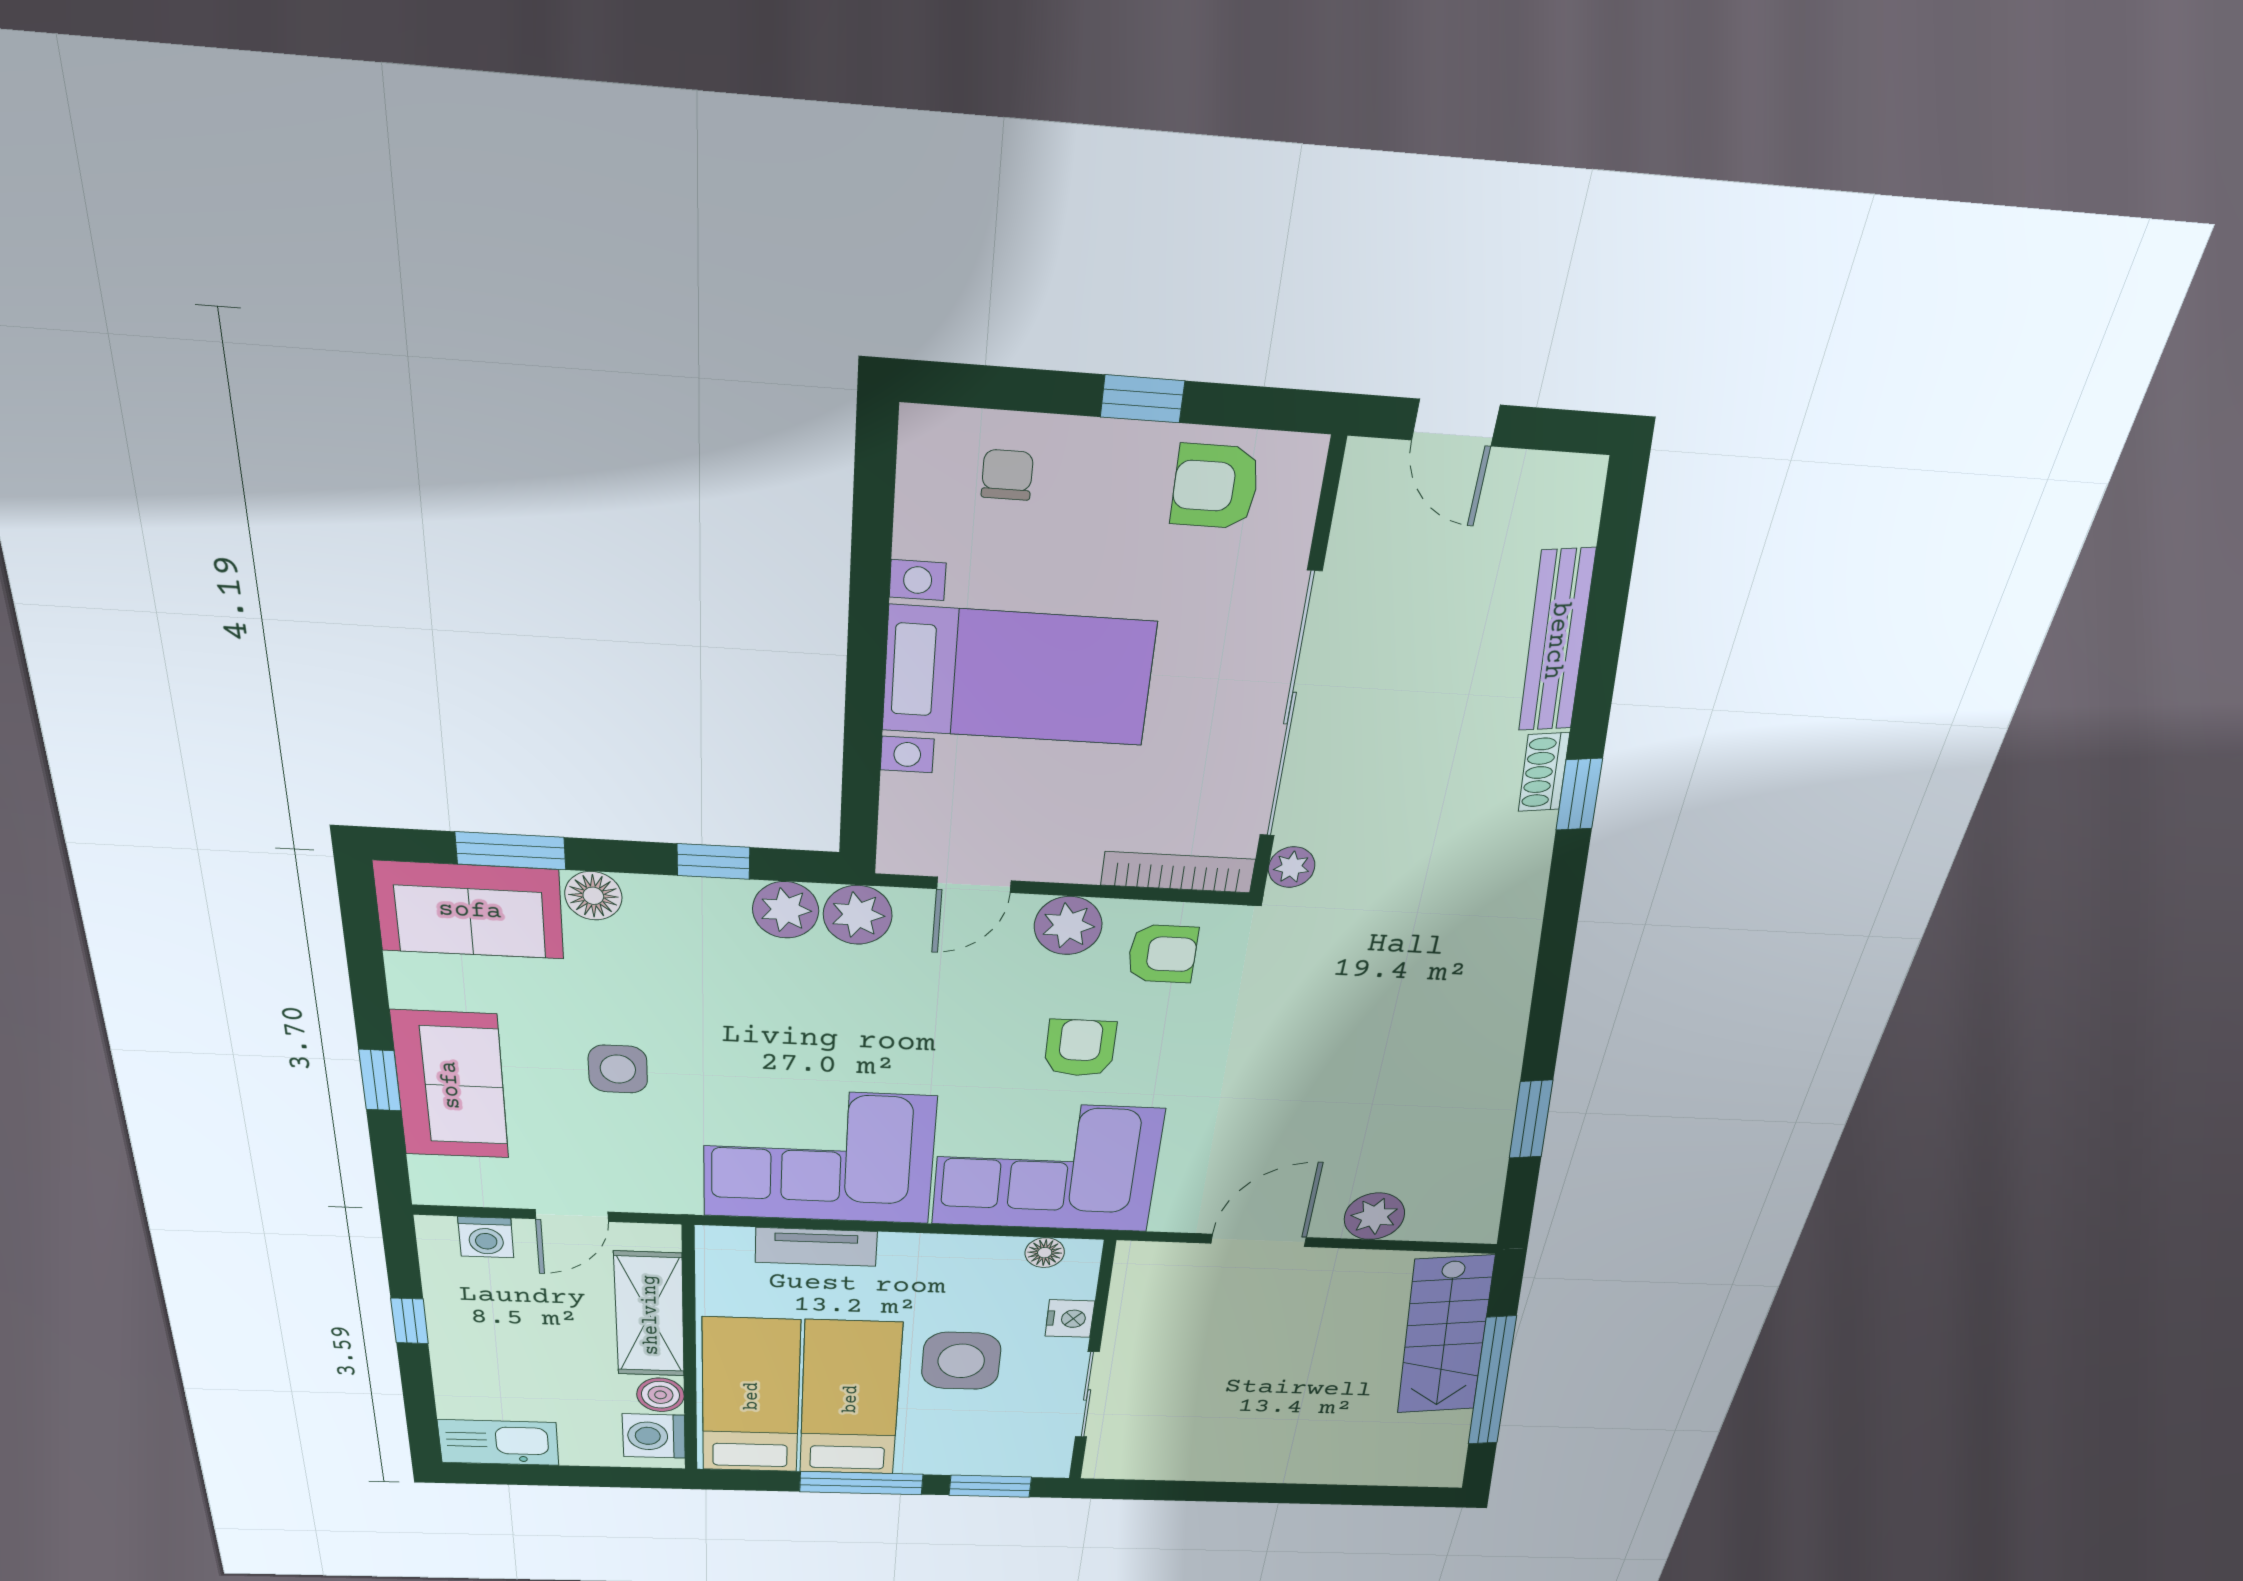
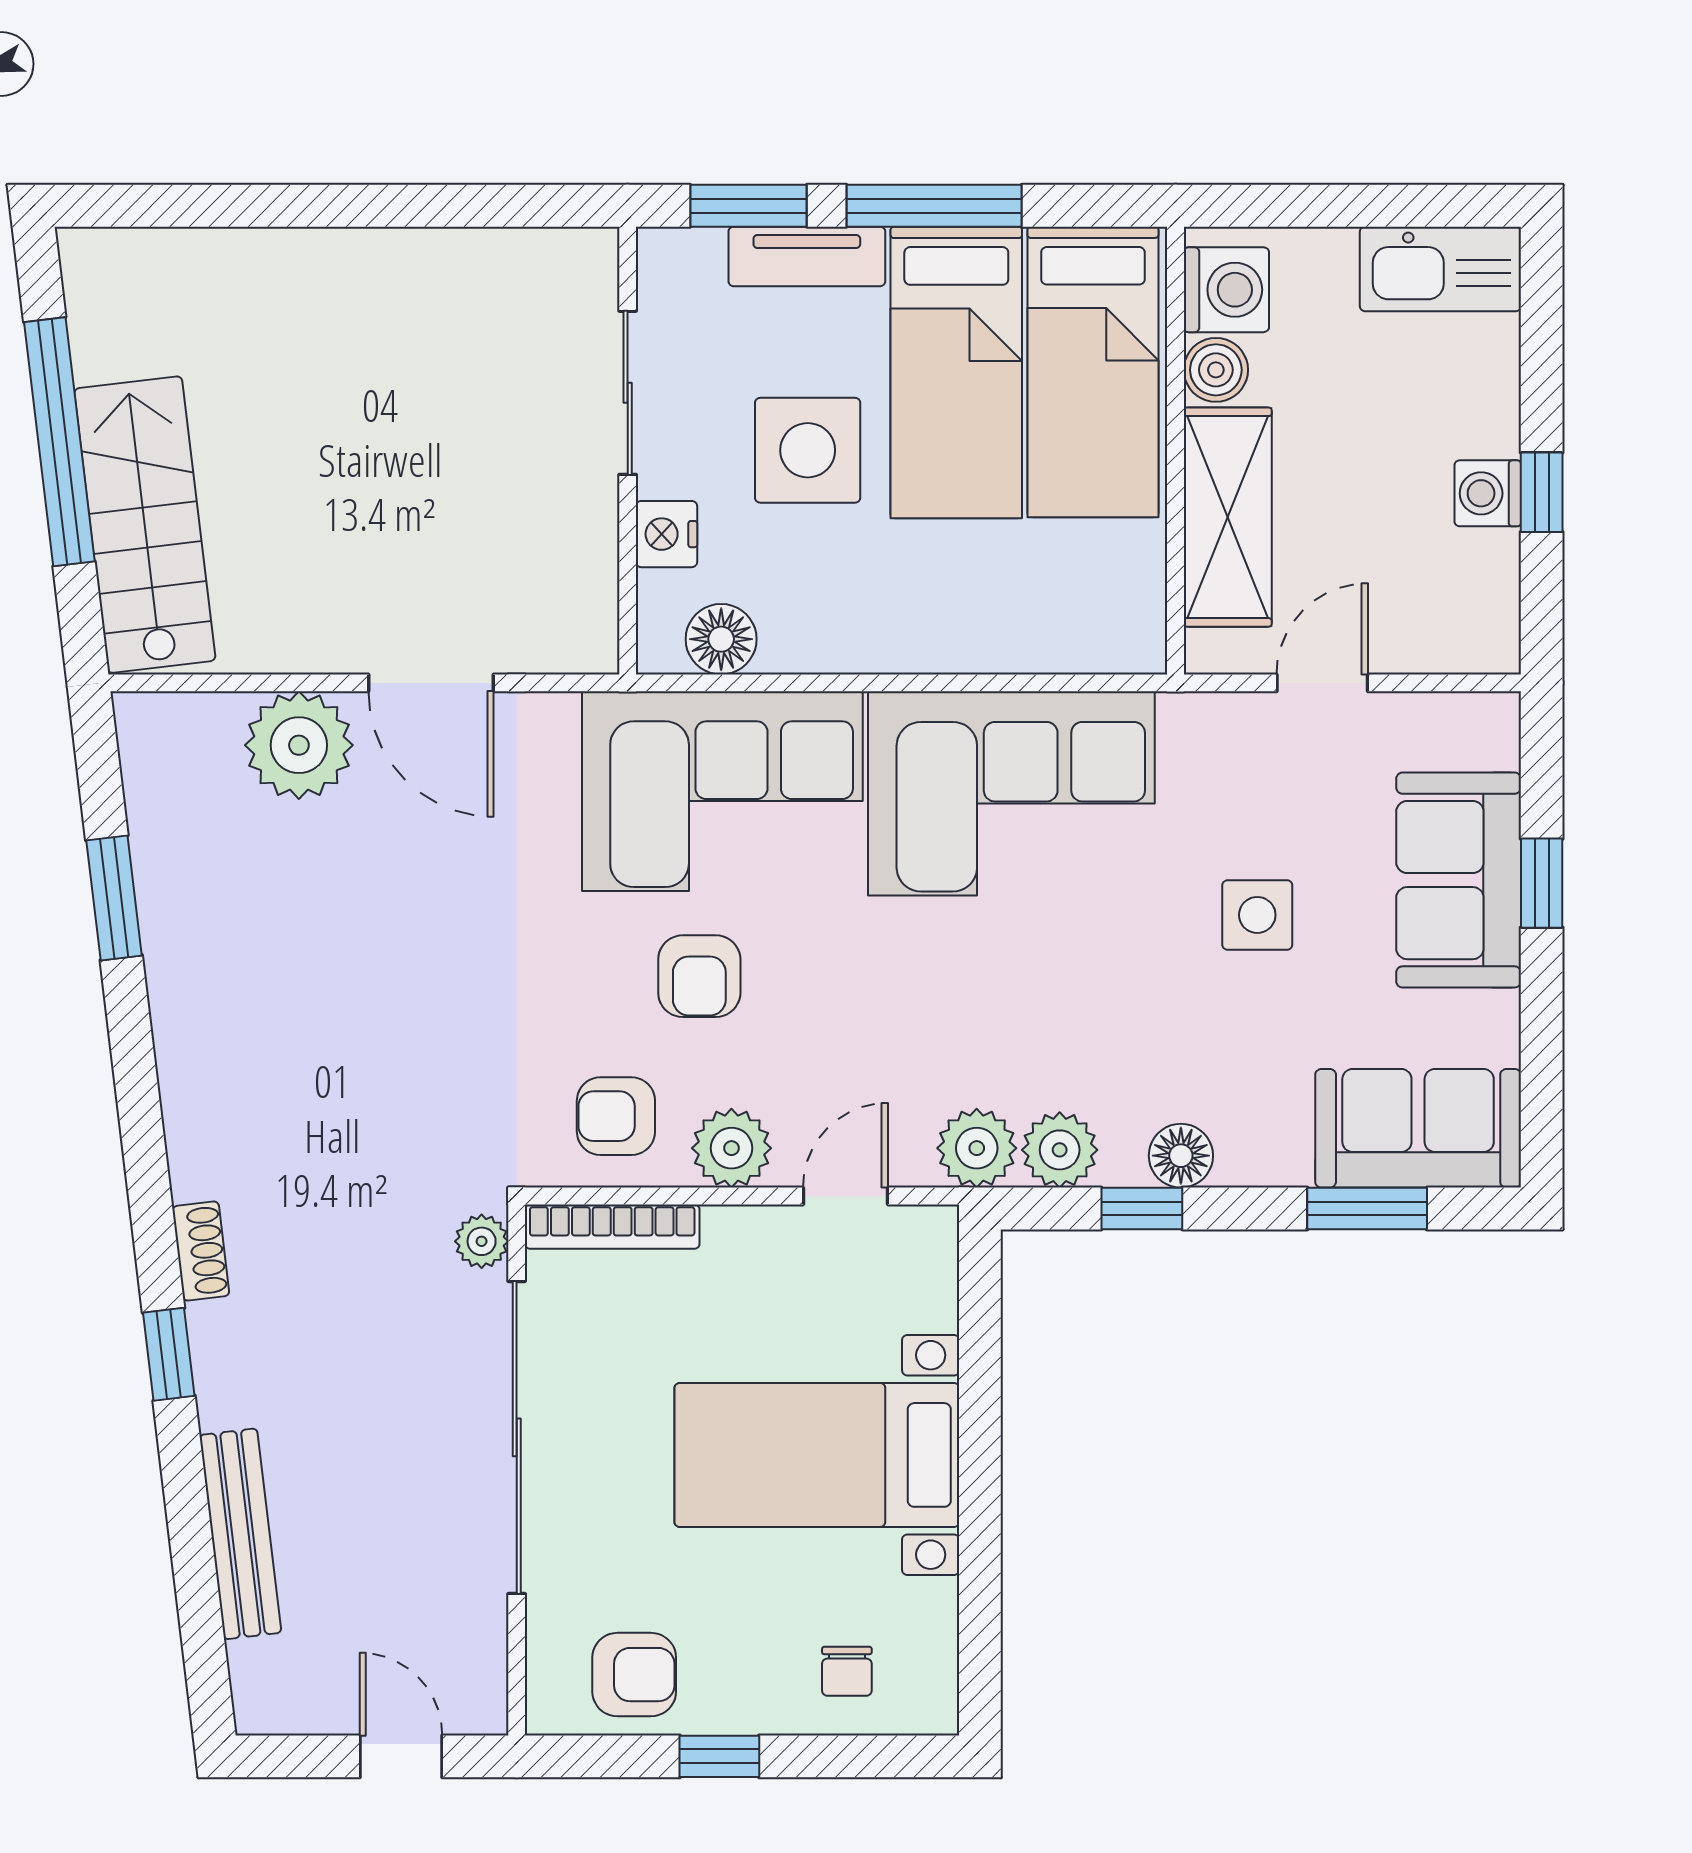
shoe rack: (1544, 772) -> (201, 1251), moved
floor lamp: (593, 896) -> (1181, 1156), moved
plant: (1374, 1216) -> (299, 745), width x1.36, depth x1.36
washing machine: (486, 1237) -> (1488, 493), moved, turned -90
door: (1259, 1240) -> (431, 683), hinge flipped
tv unit: (816, 1247) -> (807, 256), moved, turned 180
floor lamp: (1045, 1253) -> (721, 639), width x1.37, depth x1.37

